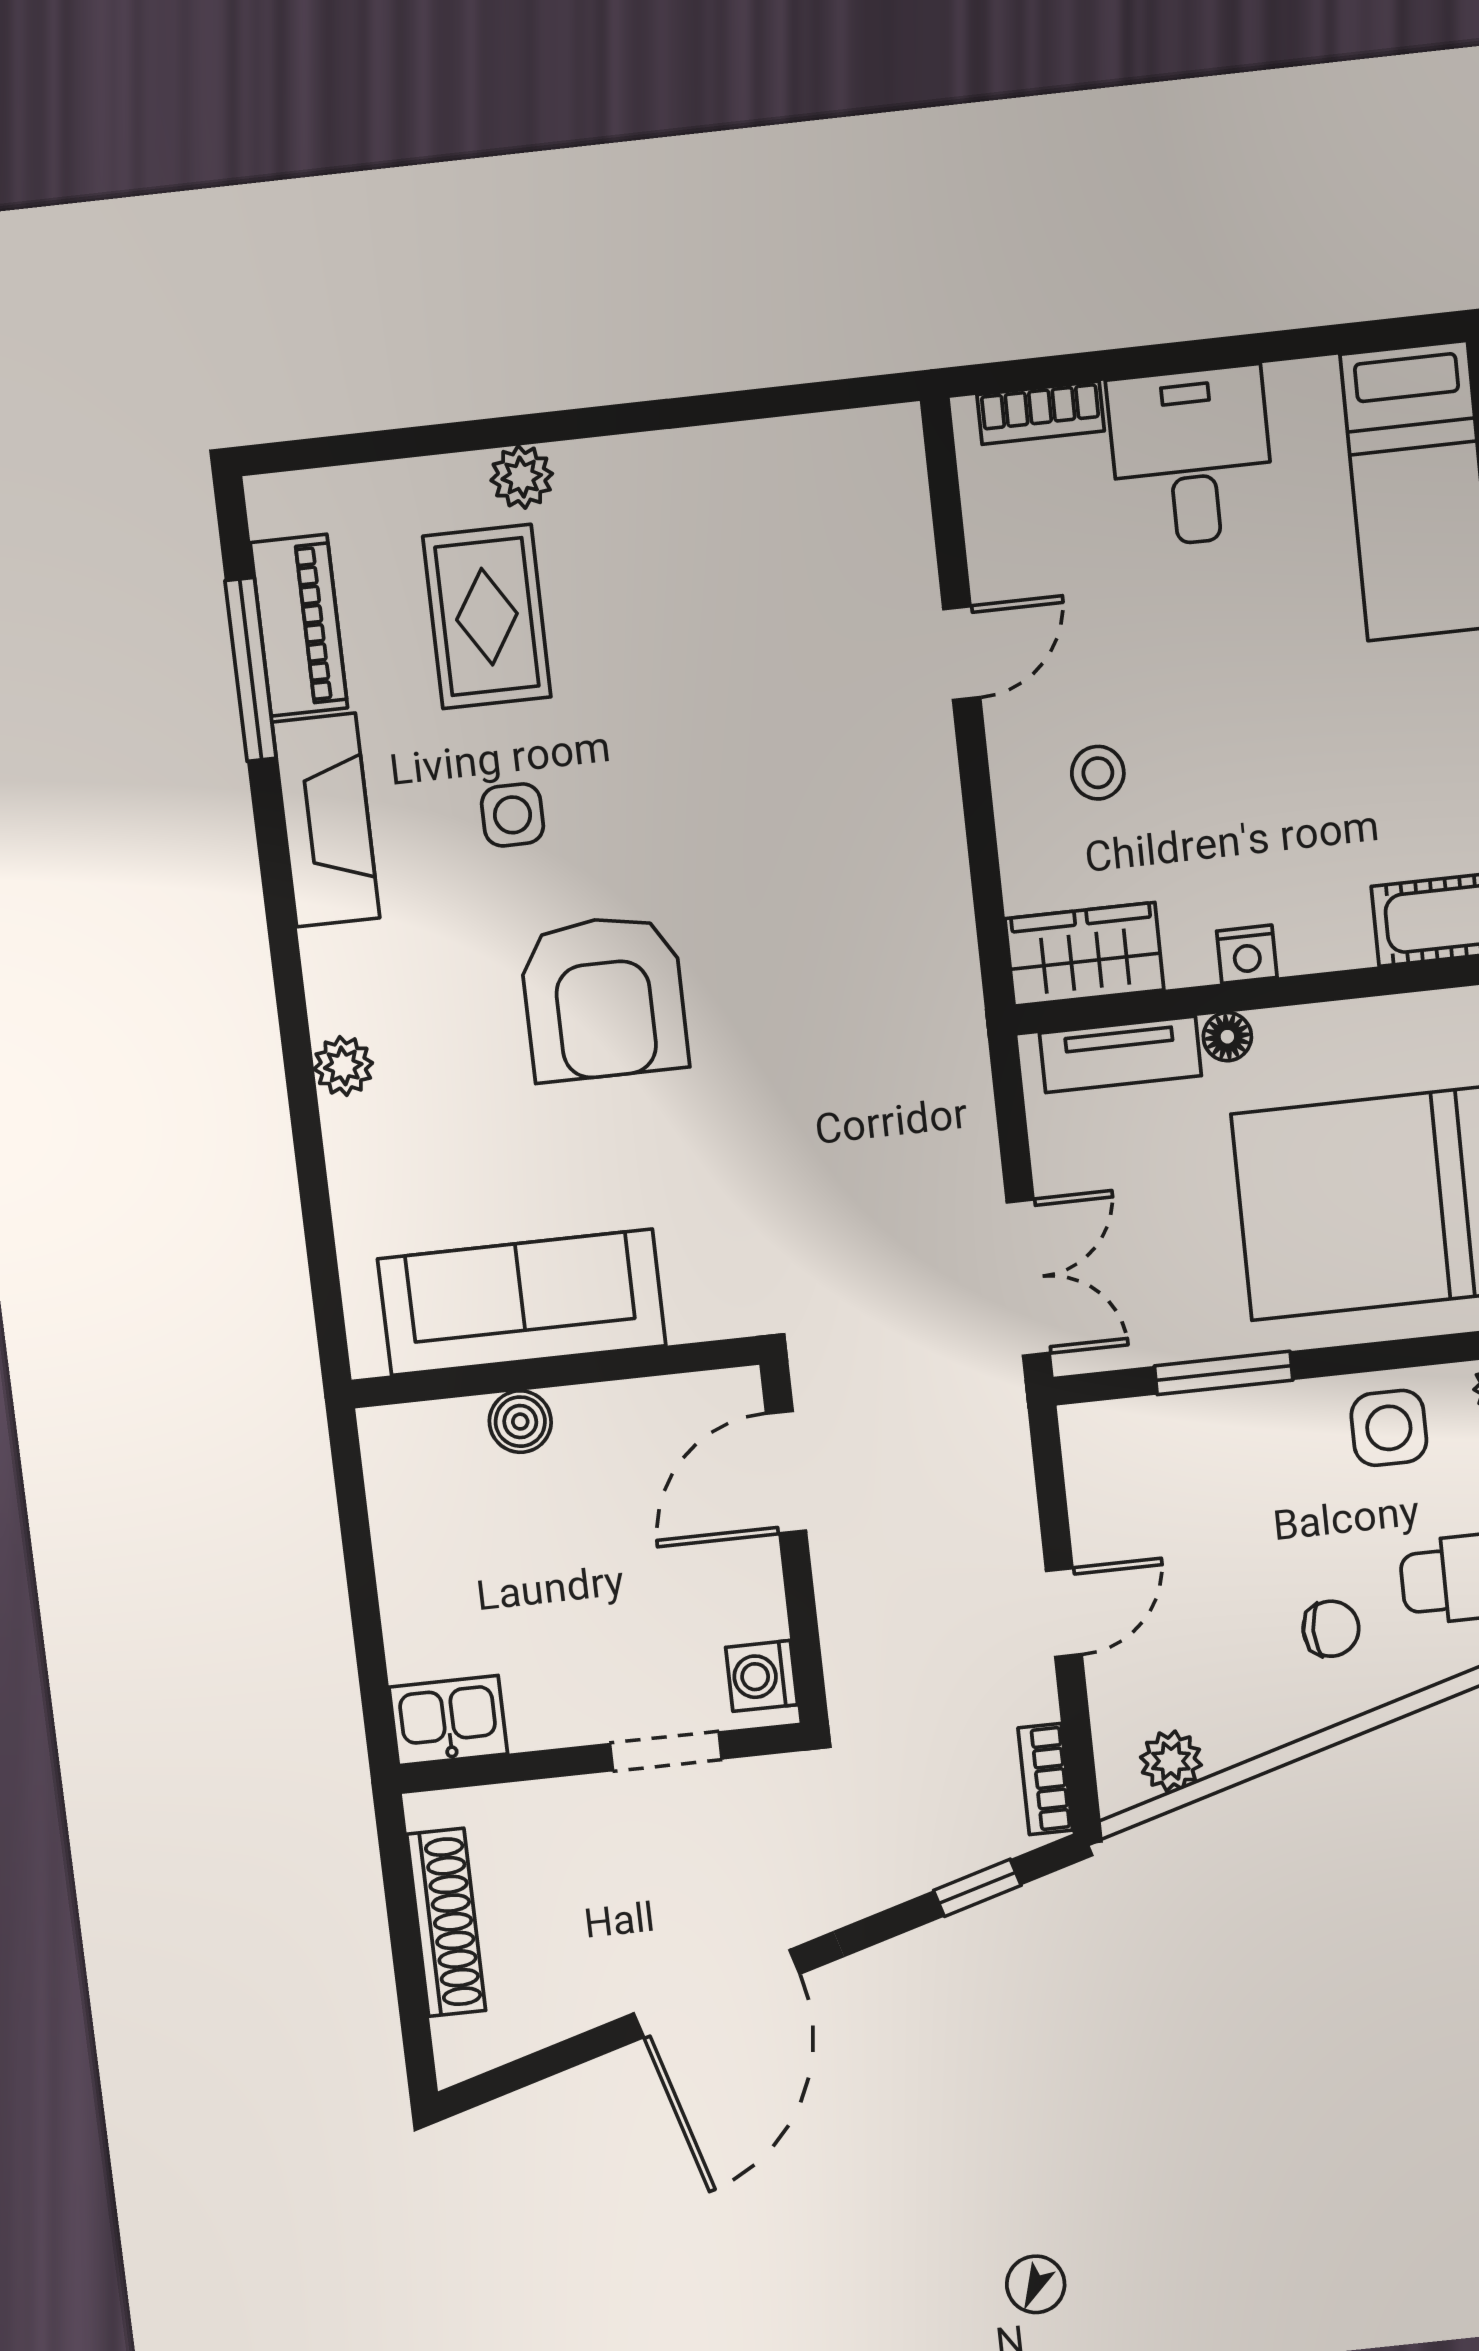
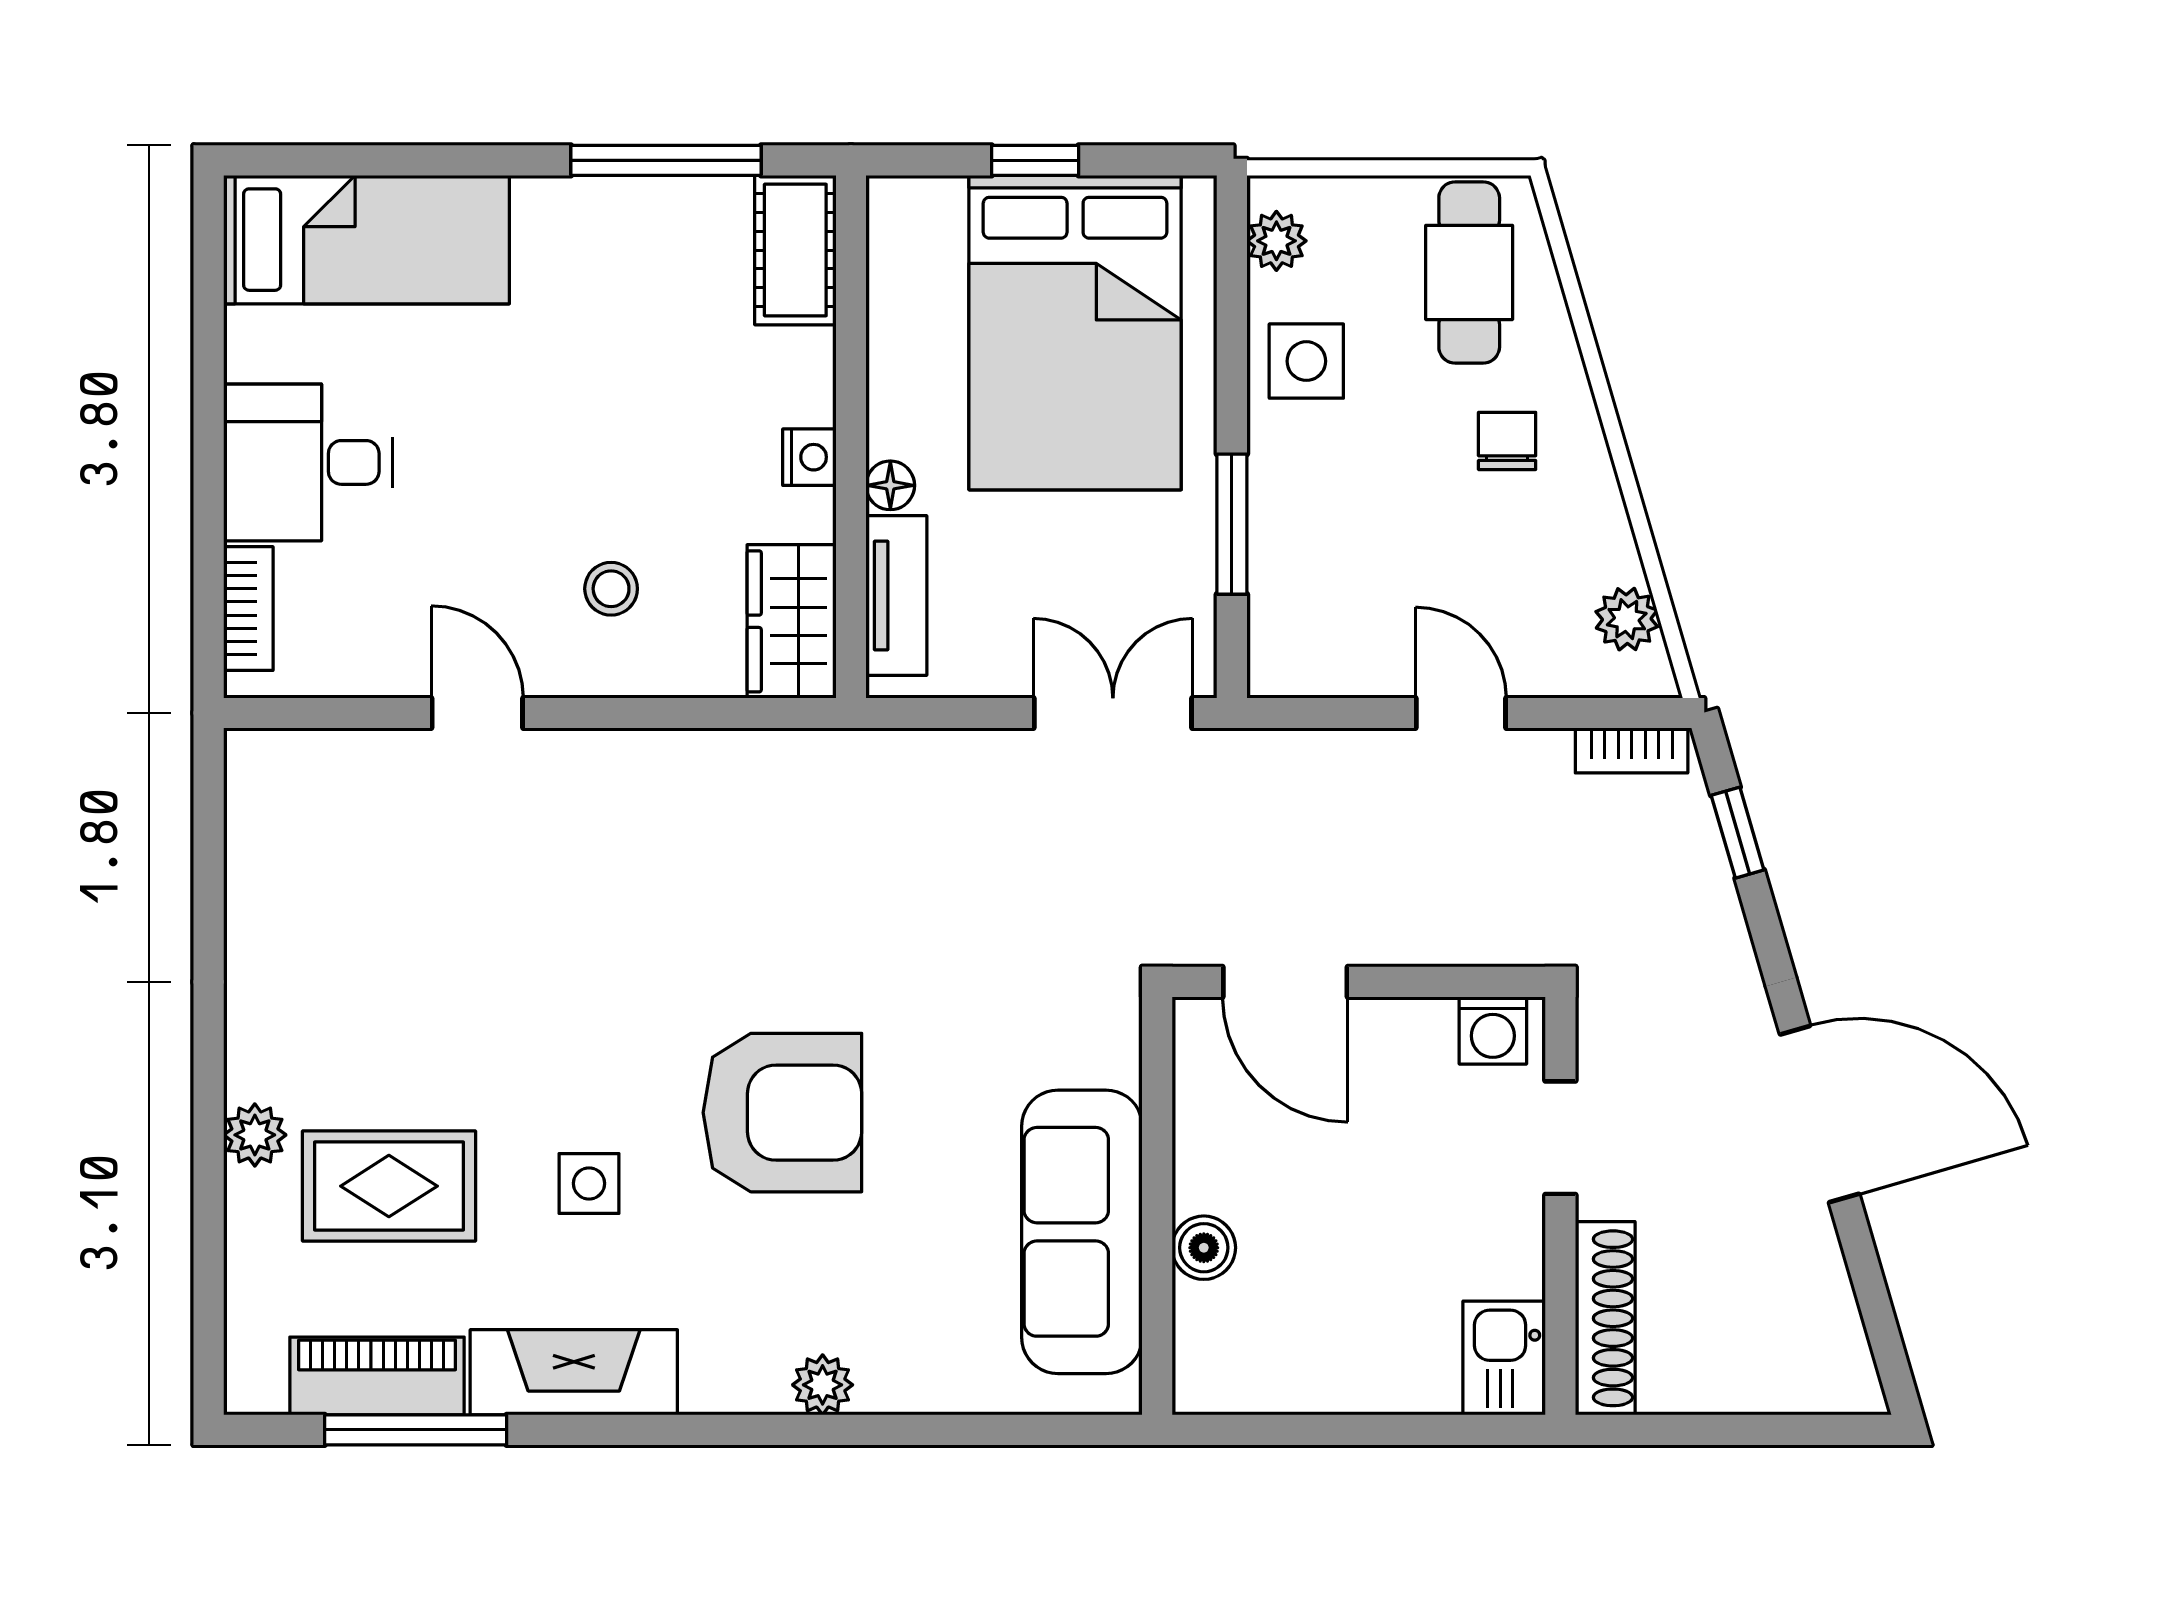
shoe rack: (446, 1922) -> (1605, 1318), moved, turned 90

